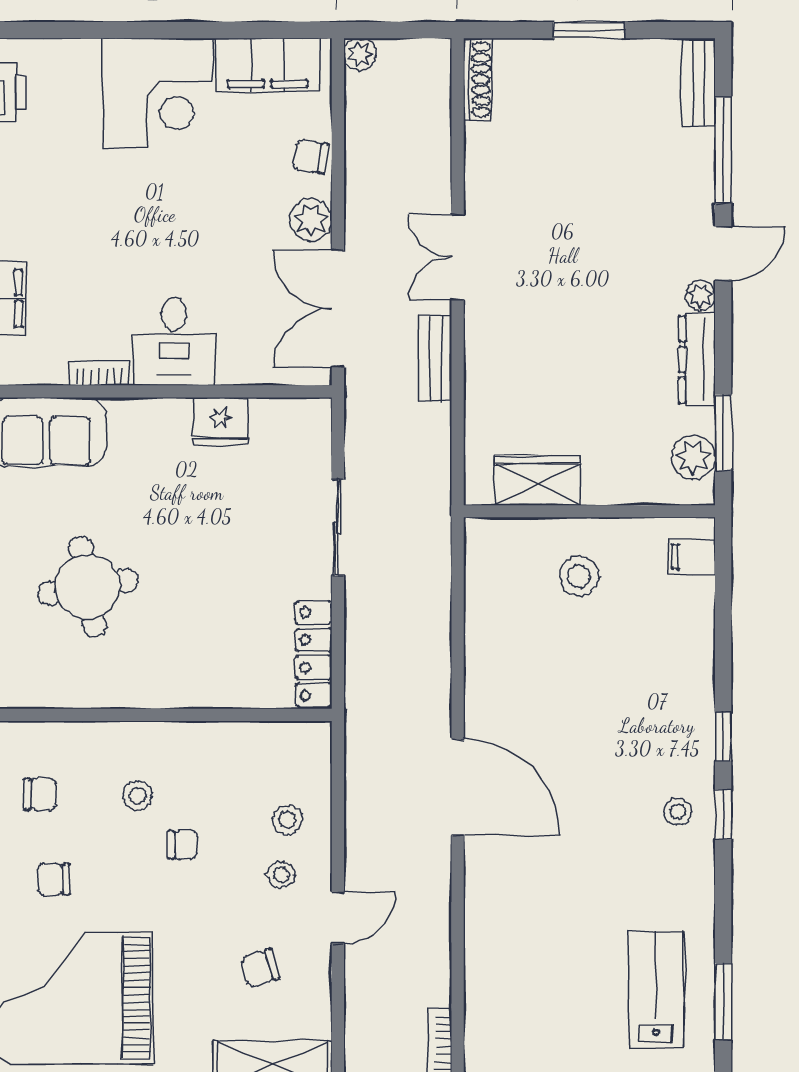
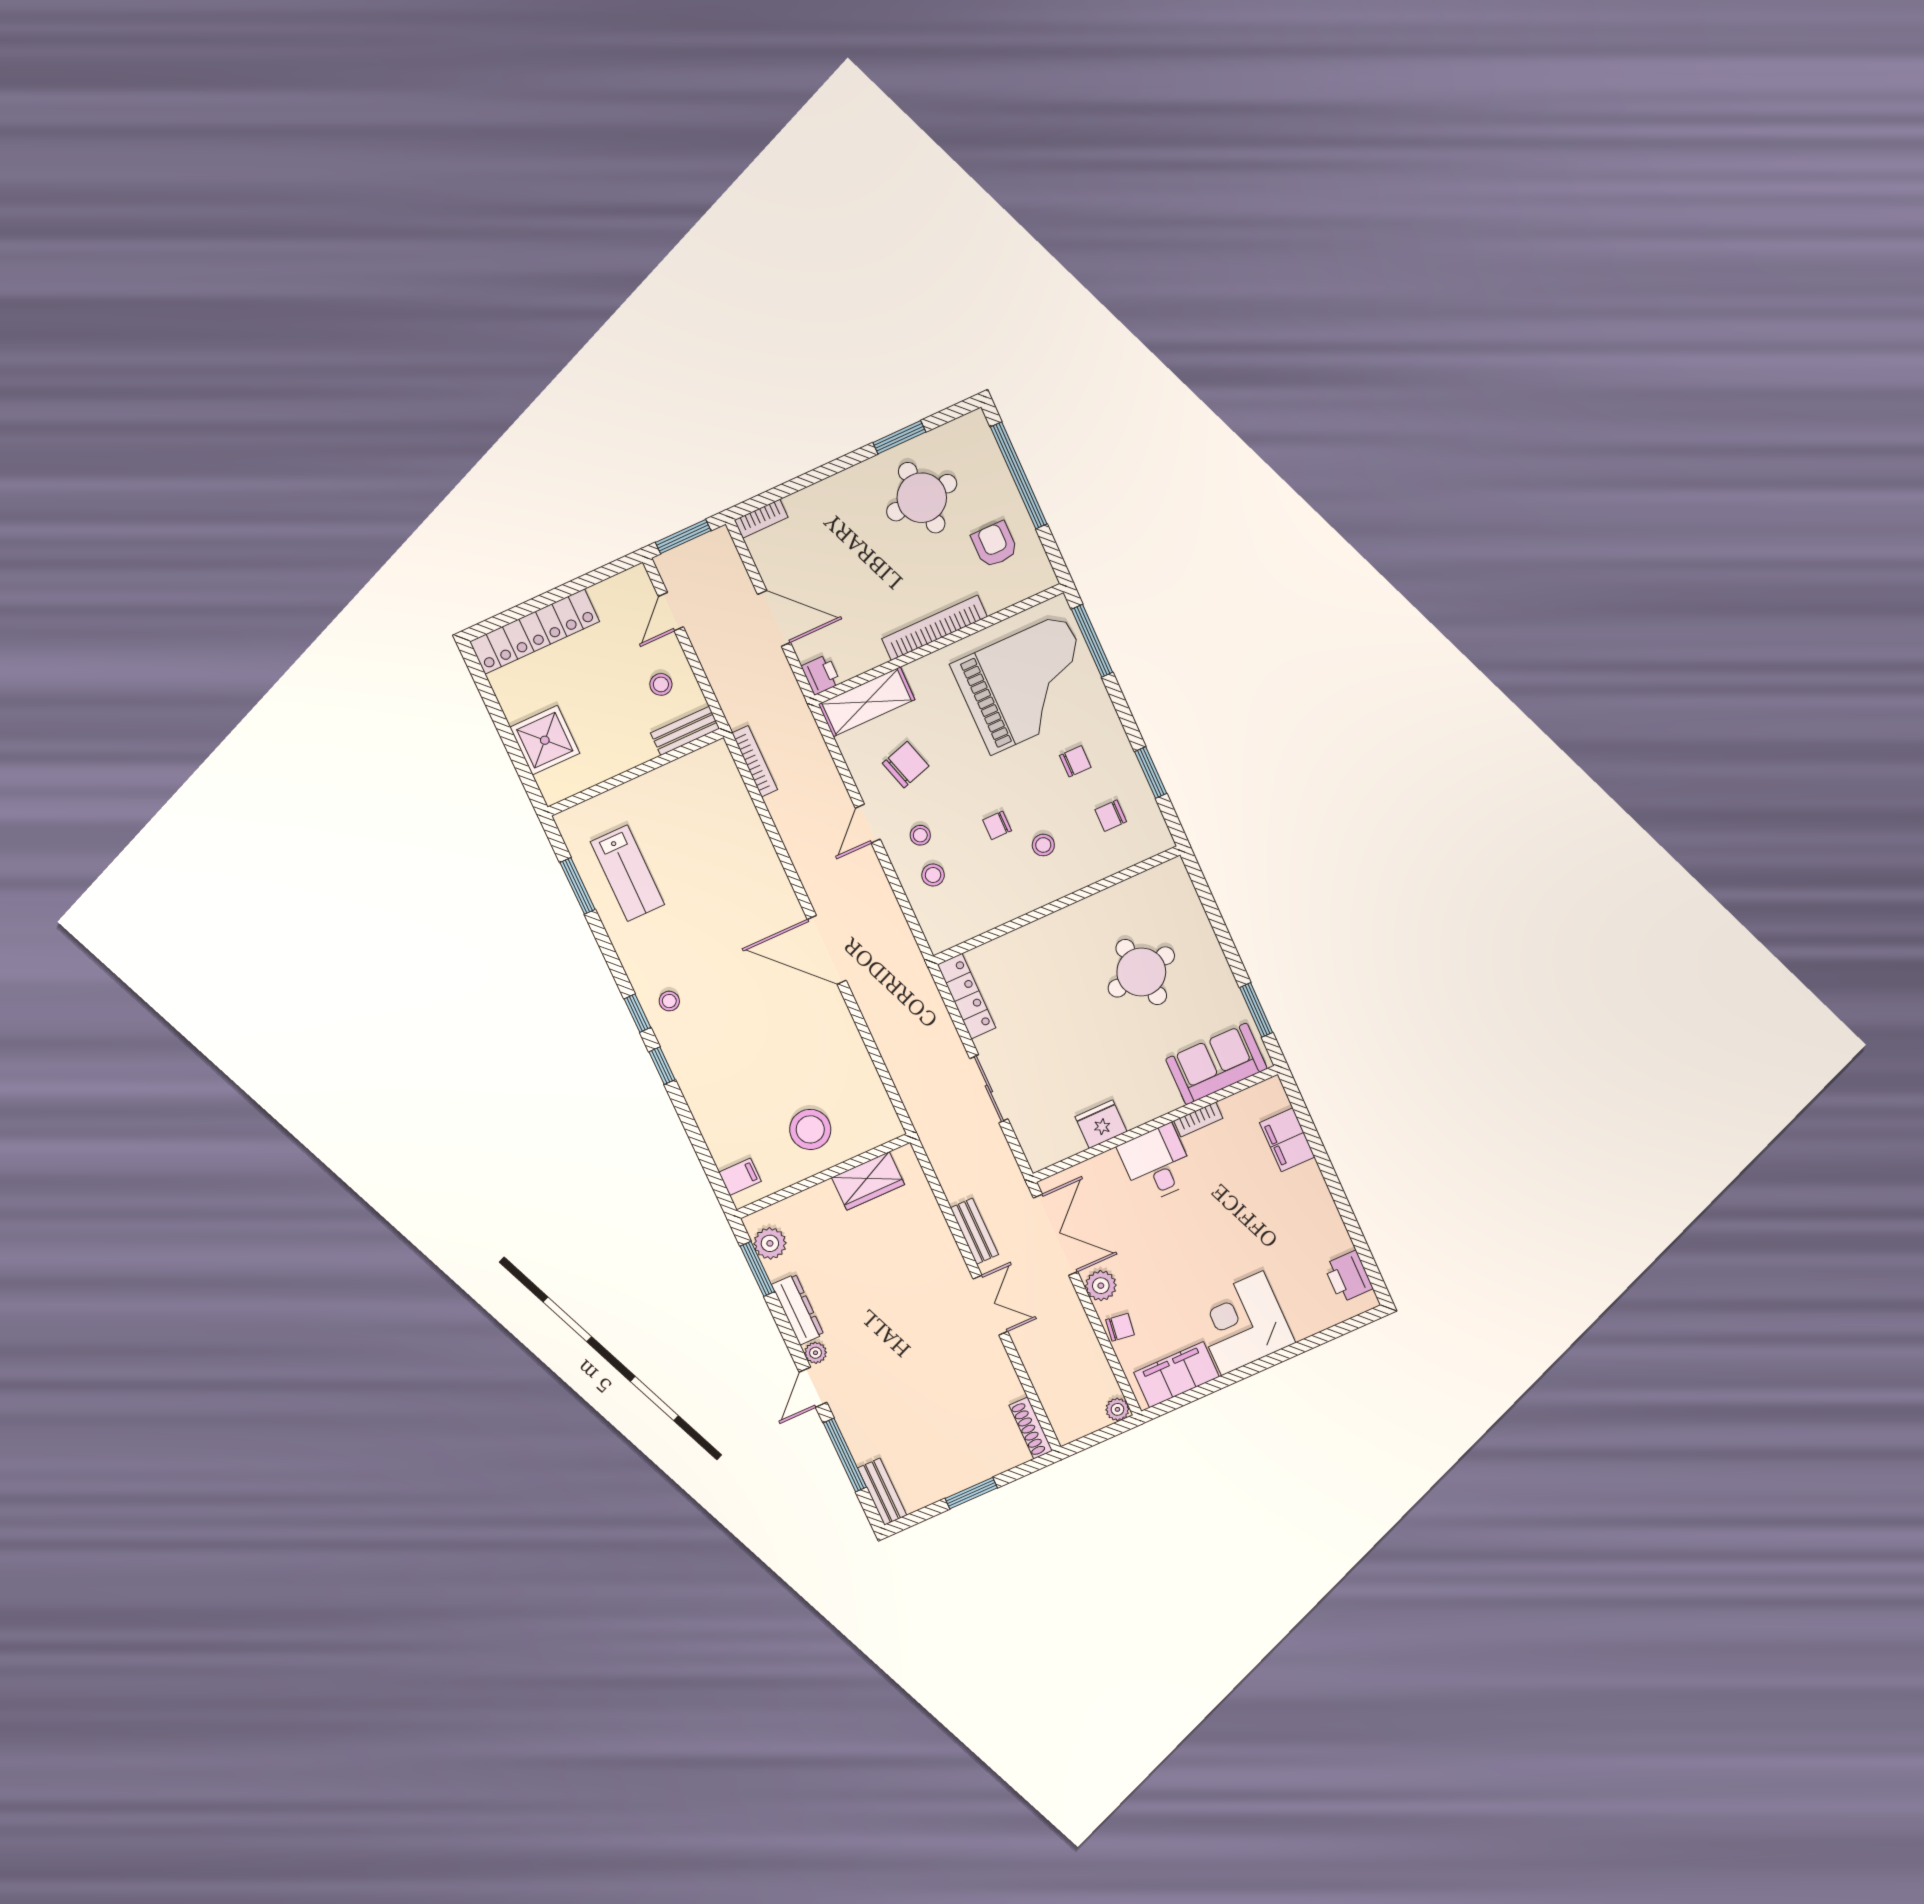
stool: (579, 576) -> (810, 1129), width x1.38, depth x1.38
chair: (260, 968) -> (906, 765), width x1.37, depth x1.37

